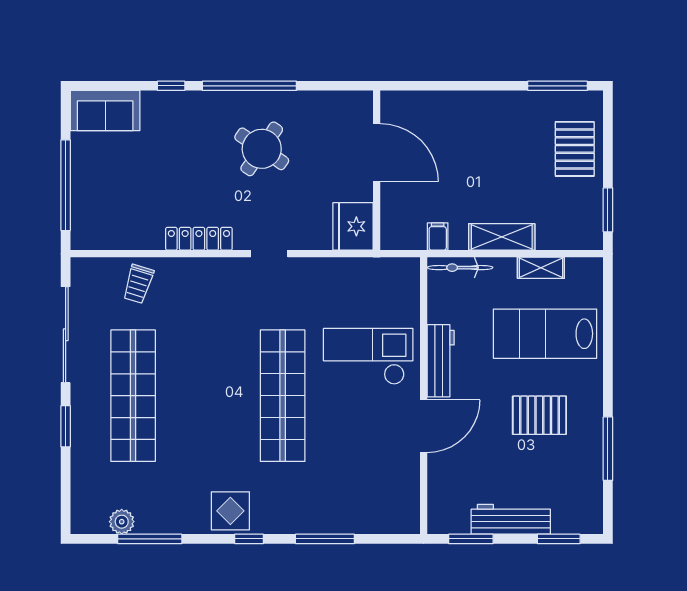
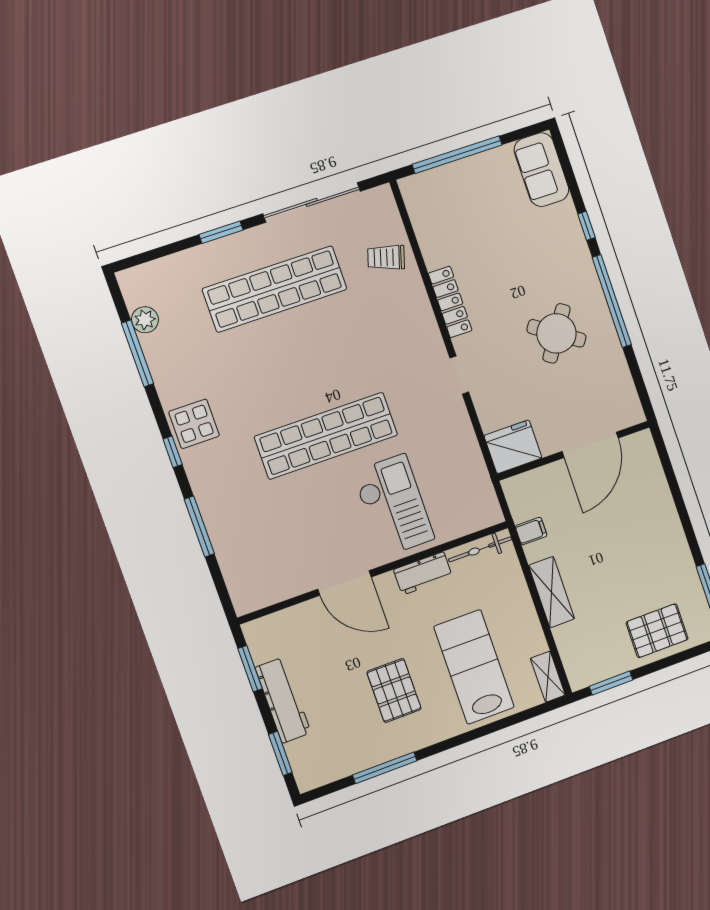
bicycle: (460, 268) -> (480, 549), moved, turned -90
shelving: (541, 268) -> (548, 677), moved
workbench: (441, 361) -> (423, 573), width x0.73

